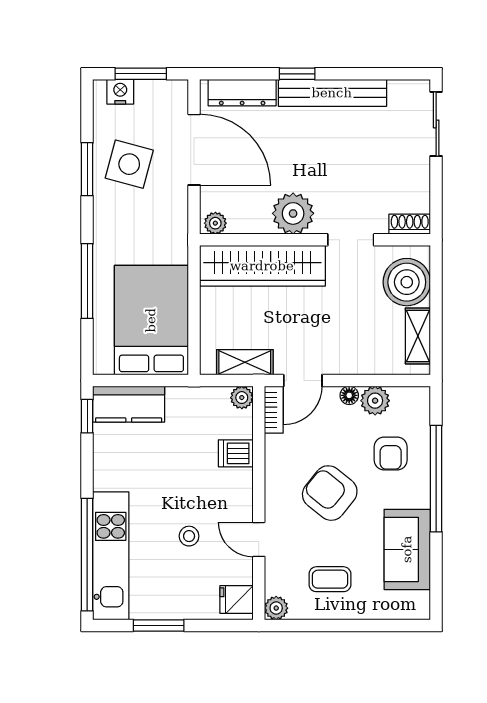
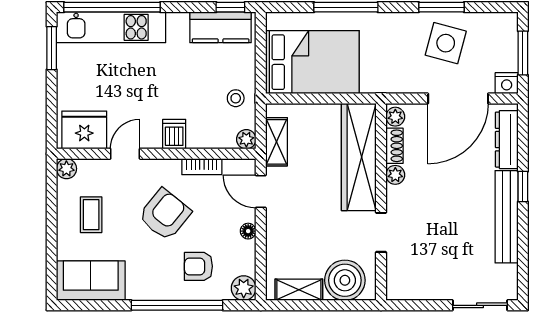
nightstand: (120, 92) -> (507, 83), moved, turned 90
plant: (293, 213) -> (395, 175), width x0.53, depth x0.53
shoe rack: (410, 224) -> (394, 146), moved
plant: (375, 401) -> (244, 288), moved
kitchen counter: (129, 404) -> (221, 27), moved, turned -90
bookcase: (274, 410) -> (202, 167), moved
dishwasher: (236, 453) -> (174, 134), moved
stool: (189, 536) -> (236, 98), moved
sofa: (407, 549) -> (91, 281), moved
fridge: (237, 600) -> (84, 130), width x1.88, depth x1.34
window: (159, 625) -> (52, 48), moved

